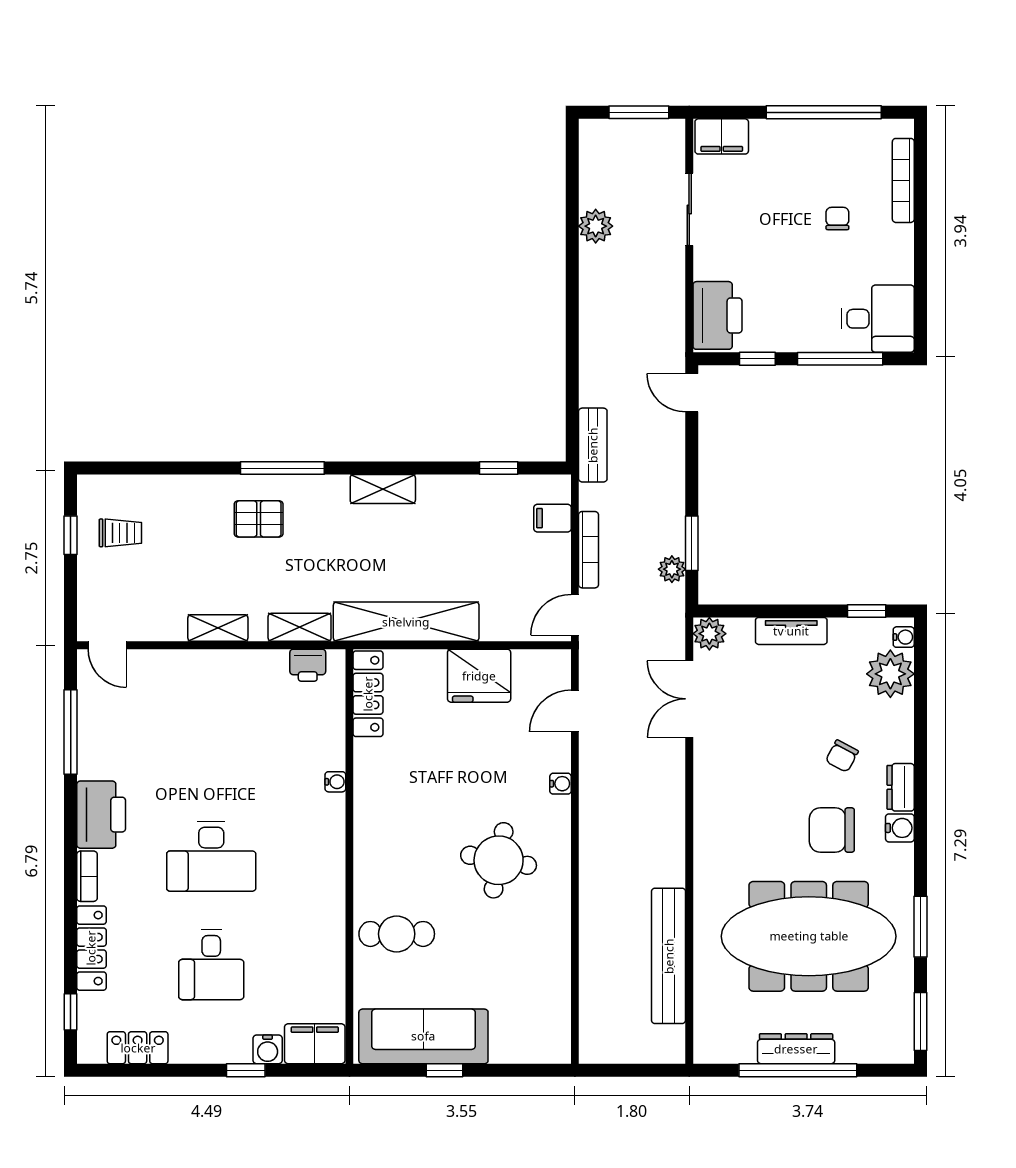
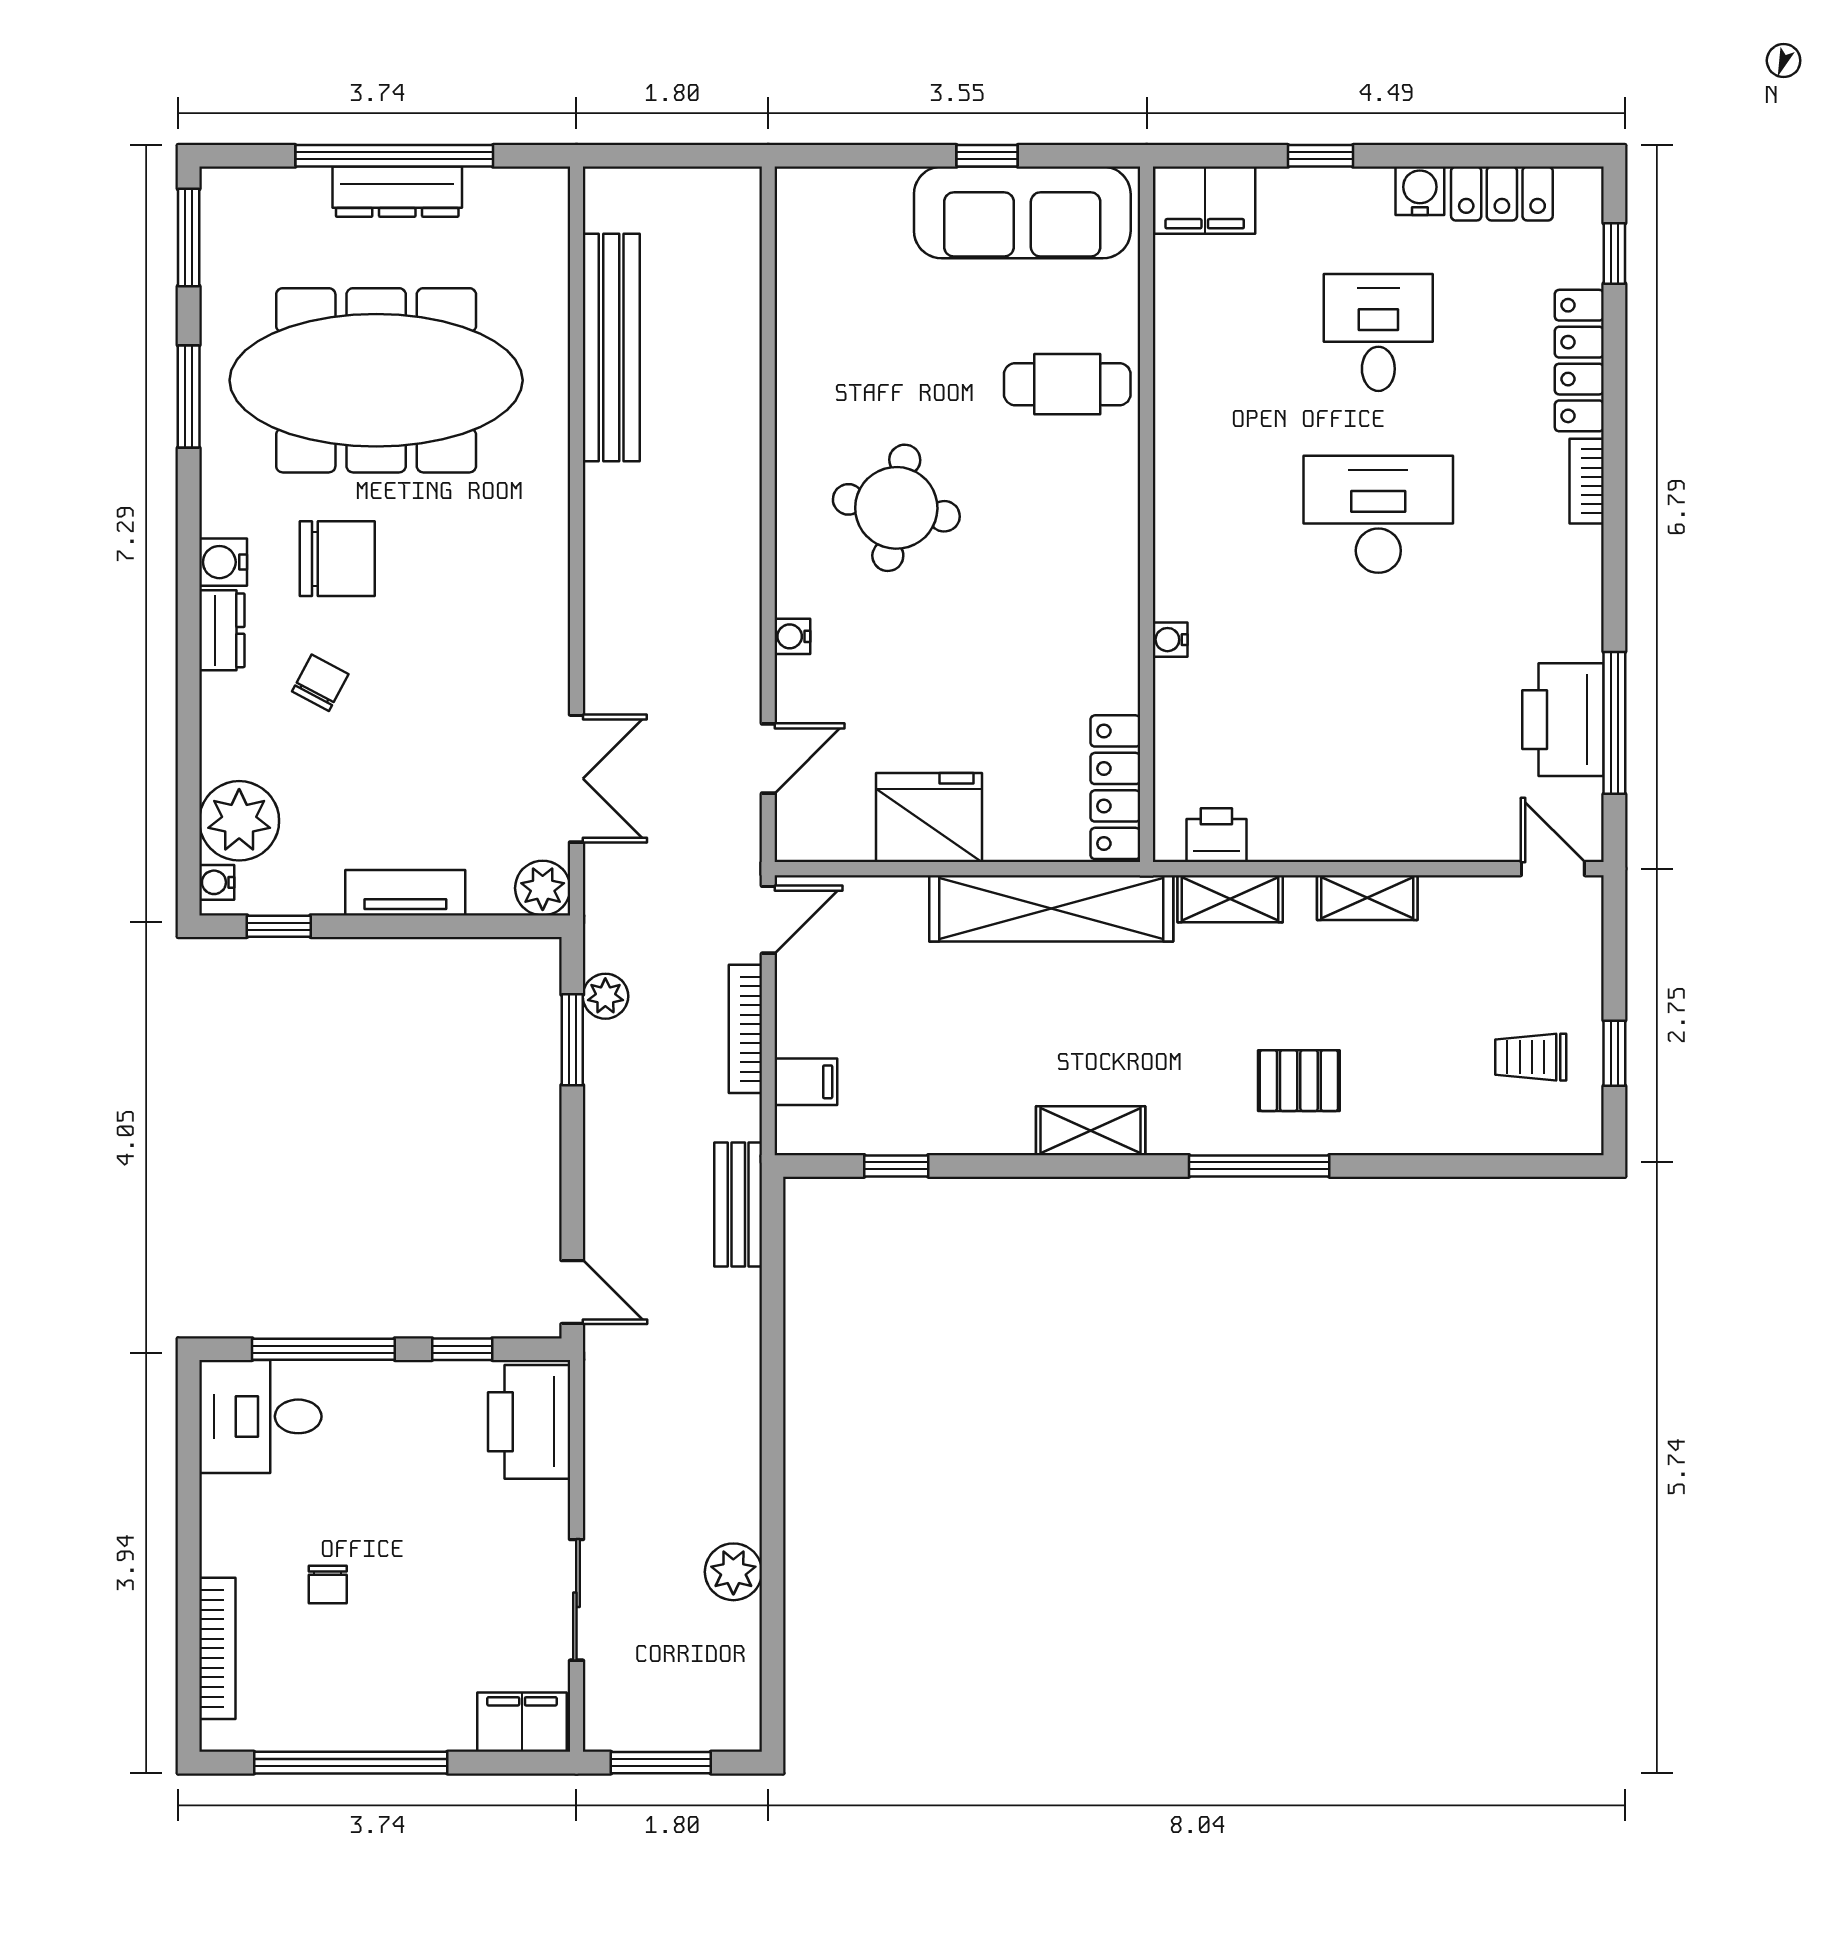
printer: (101, 815) -> (1563, 720), moved
water cooler: (268, 1049) -> (1420, 191), moved

